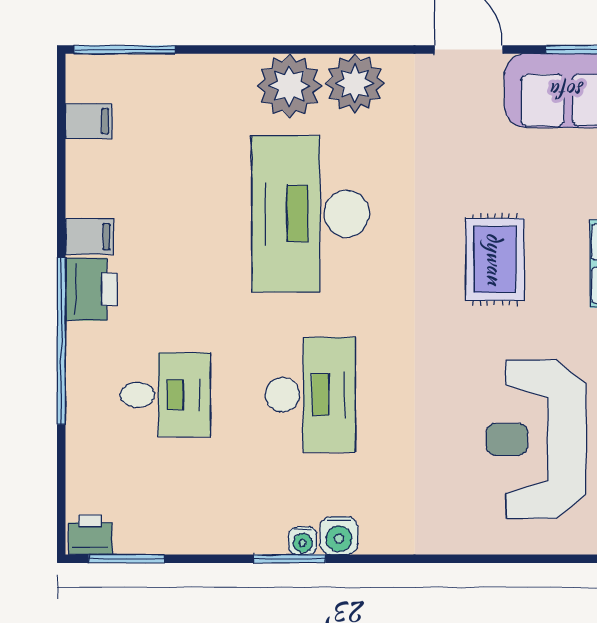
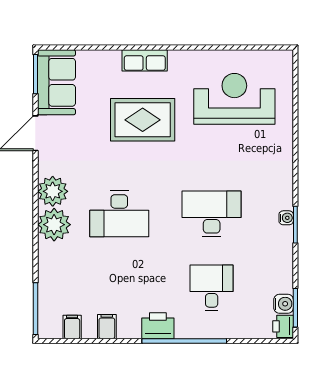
desk: (310, 214) -> (119, 214), width x0.73, depth x0.77
filing cabinet: (90, 237) -> (107, 327), moved
rug: (495, 259) -> (143, 120), width x1.36, depth x1.43
reception desk: (536, 439) -> (234, 99), turned 180
water cooler: (339, 536) -> (284, 304), moved

